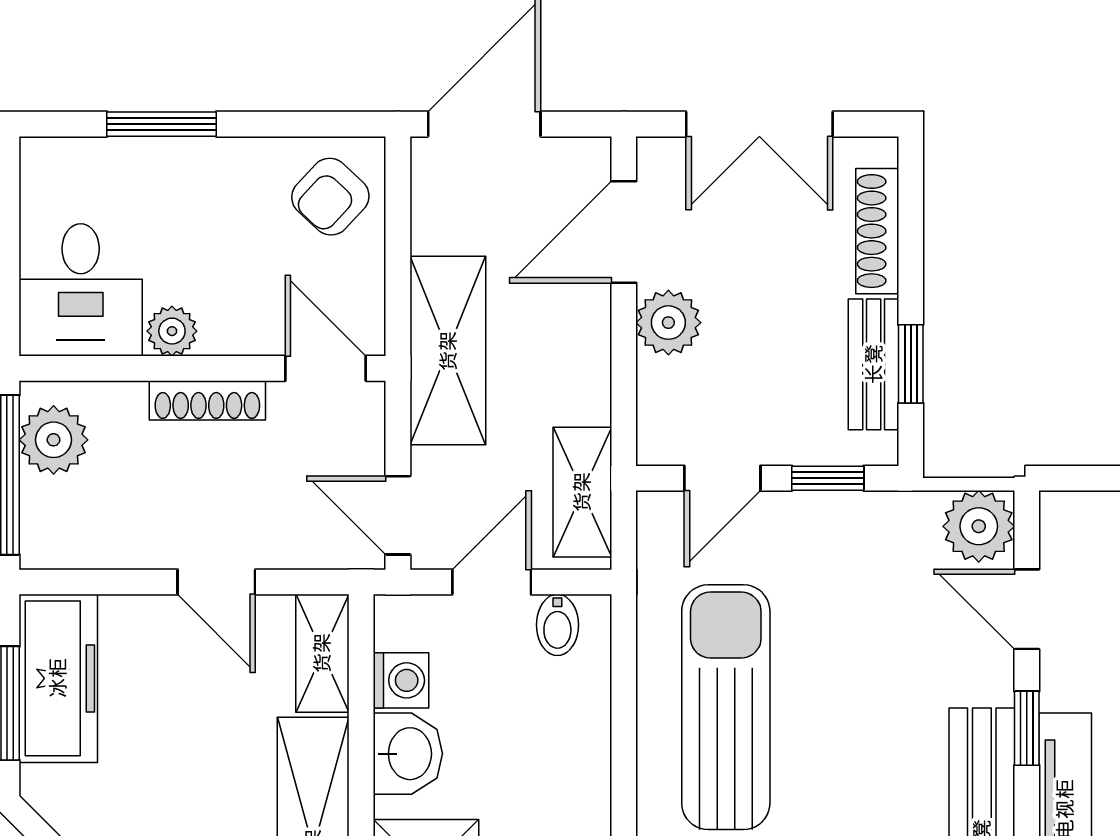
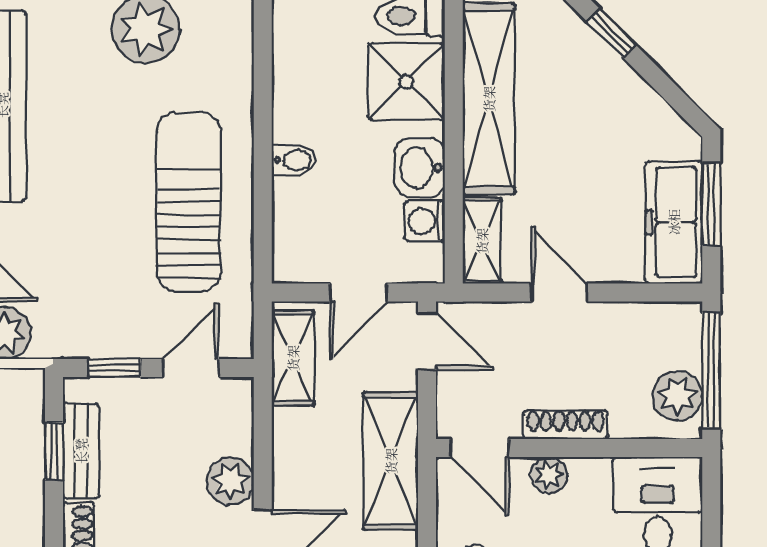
plant: (172, 331) -> (549, 475), moved
bidet: (557, 625) -> (294, 160), moved, turned 90
sun lounger: (726, 707) -> (189, 202), turned 180

